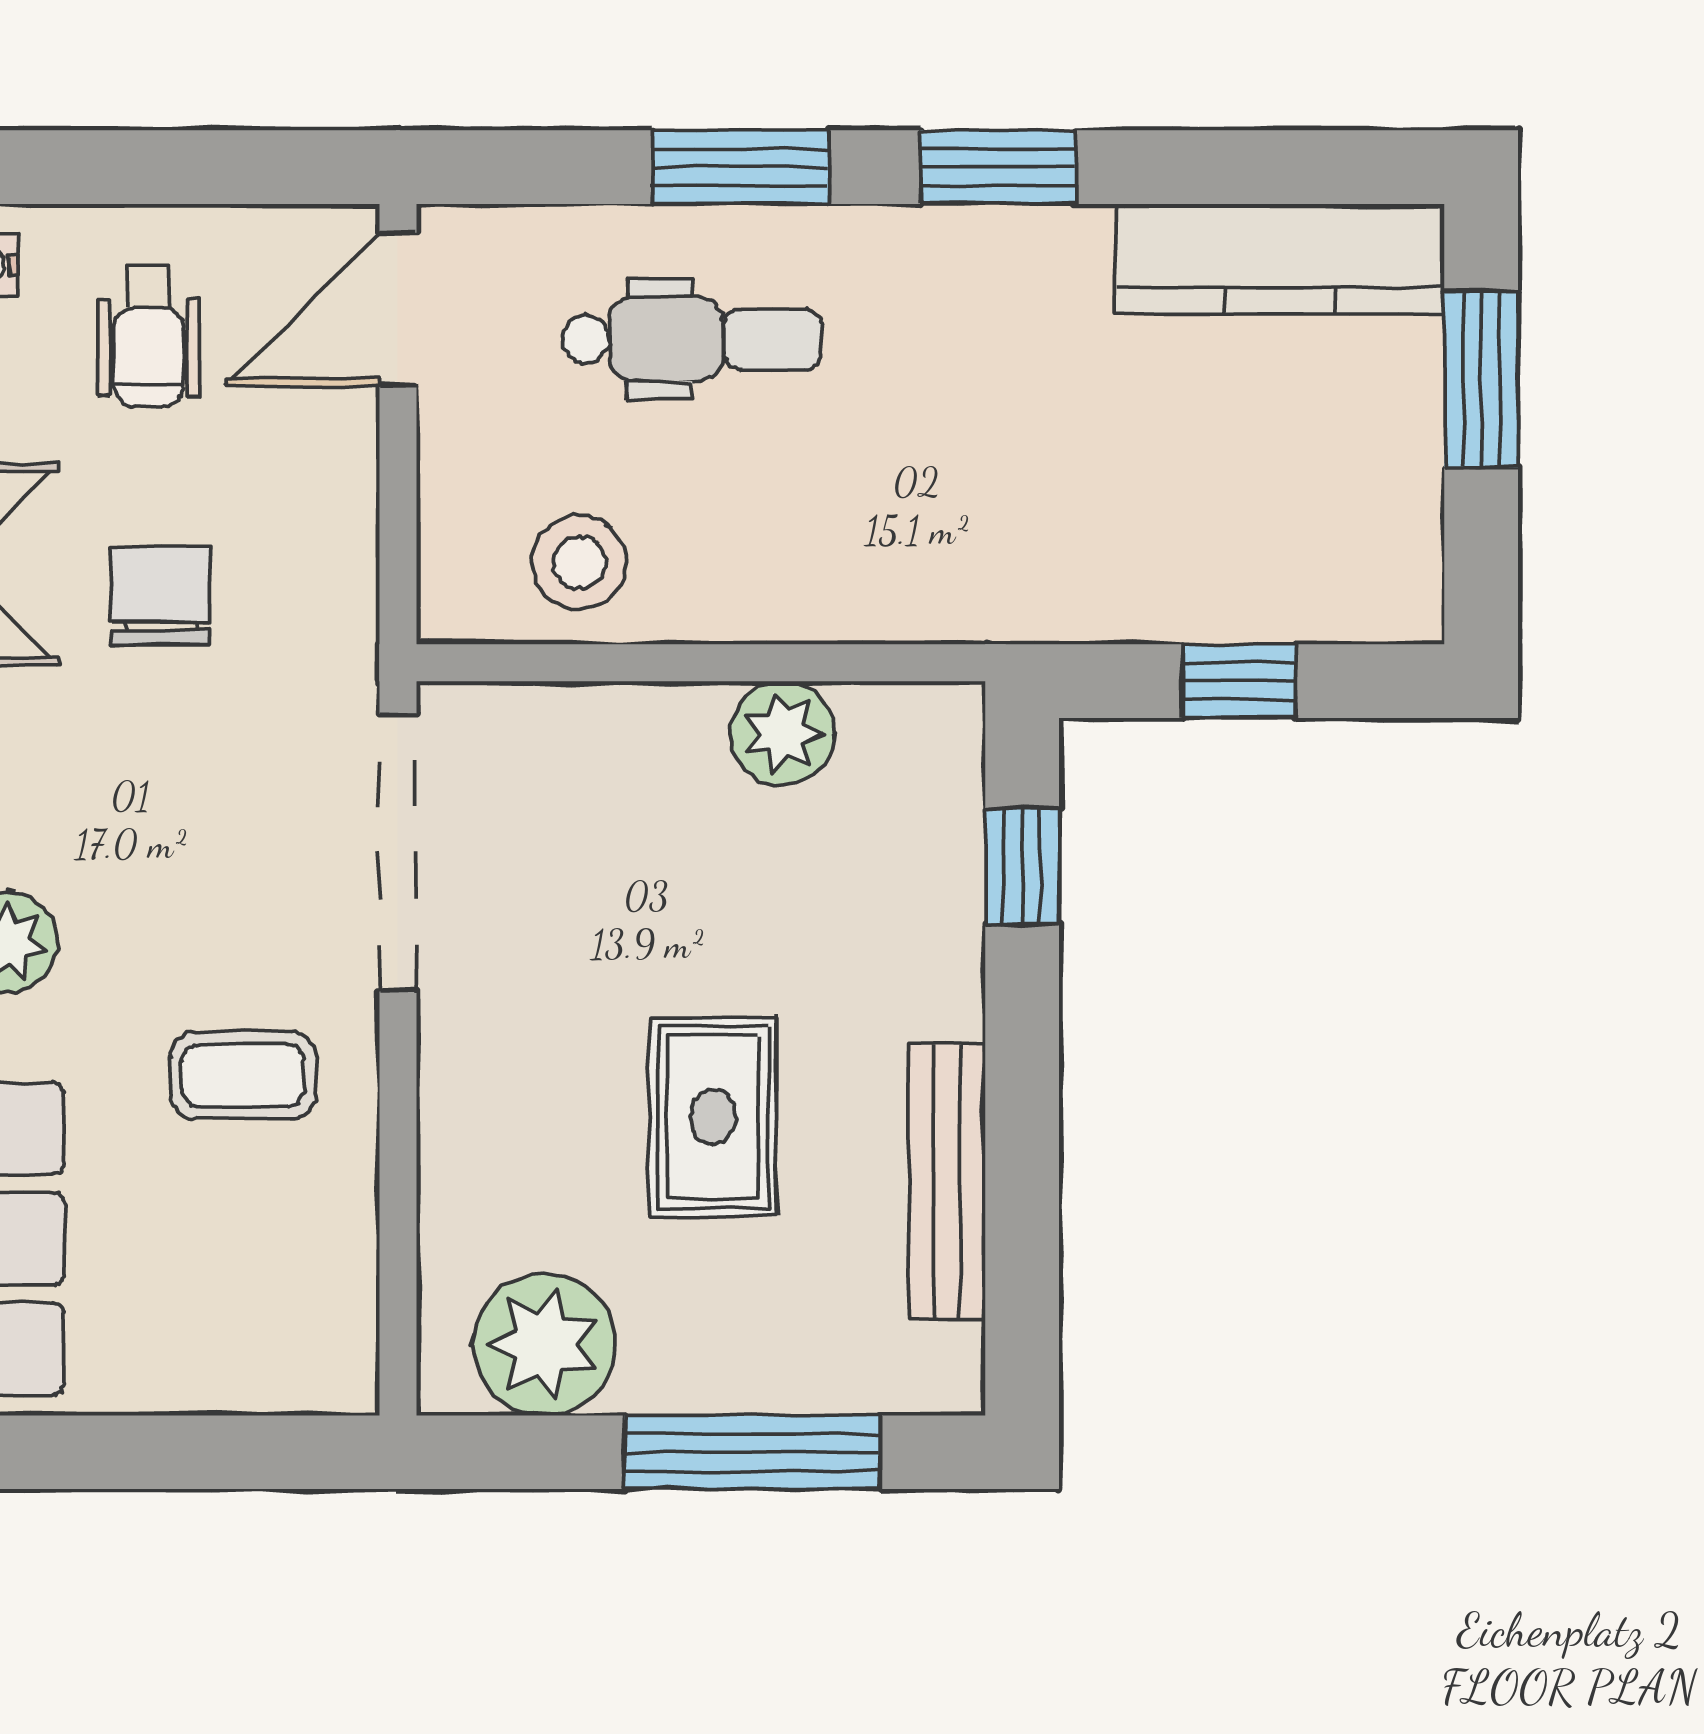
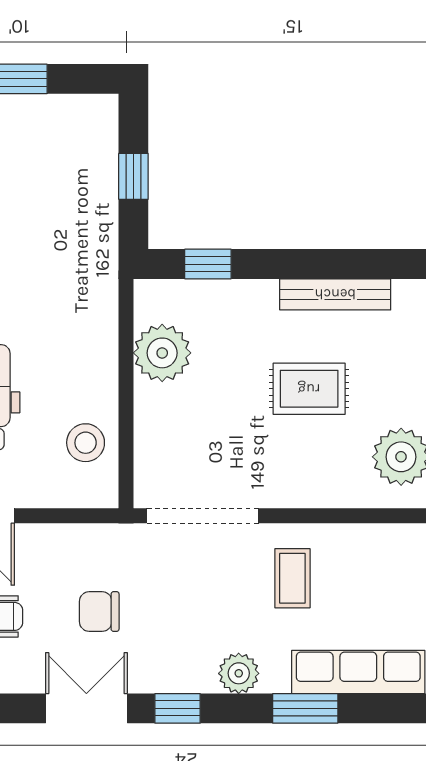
plant: (783, 733) -> (162, 353), width x1.36, depth x1.36

